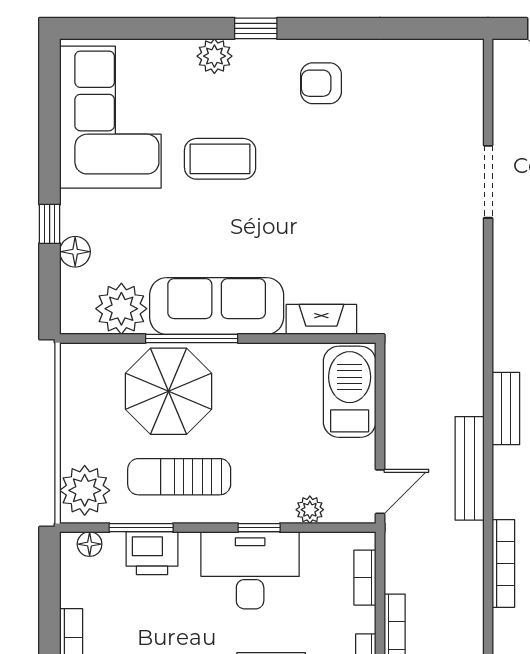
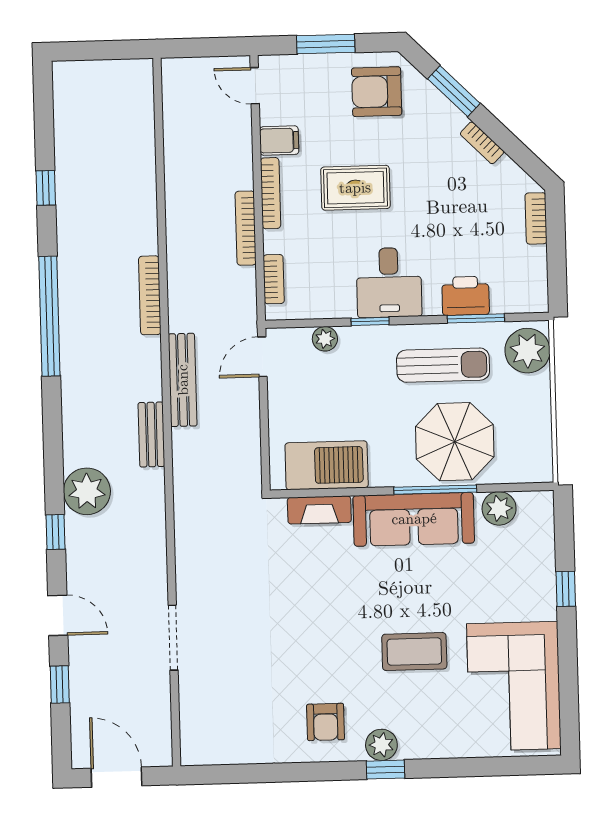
plant: (214, 56) -> (381, 745), moved
armchair: (321, 83) -> (326, 722), turned 90
floor lamp: (75, 252) -> (542, 565), removed
plant: (121, 309) -> (499, 508), width x0.73, depth x0.73
barbecue: (350, 392) -> (327, 465), moved, turned -90
floor lamp: (90, 544) -> (522, 302), removed
desk: (250, 570) -> (389, 283), width x0.73

